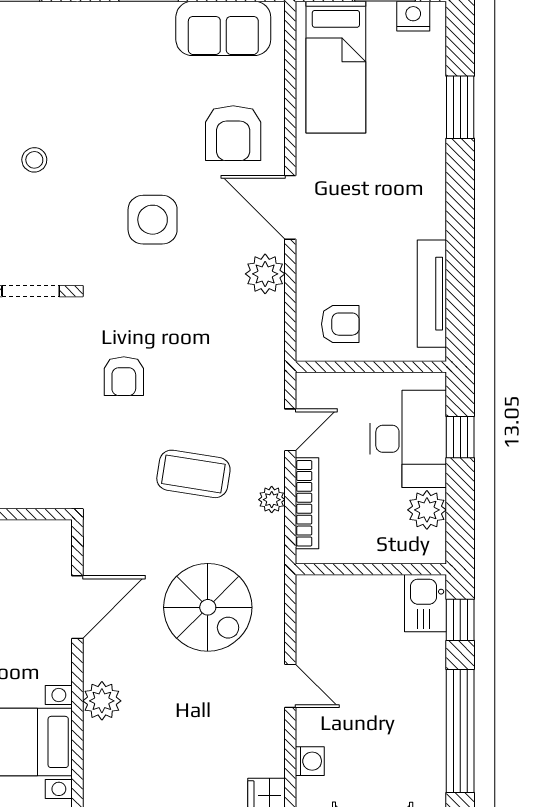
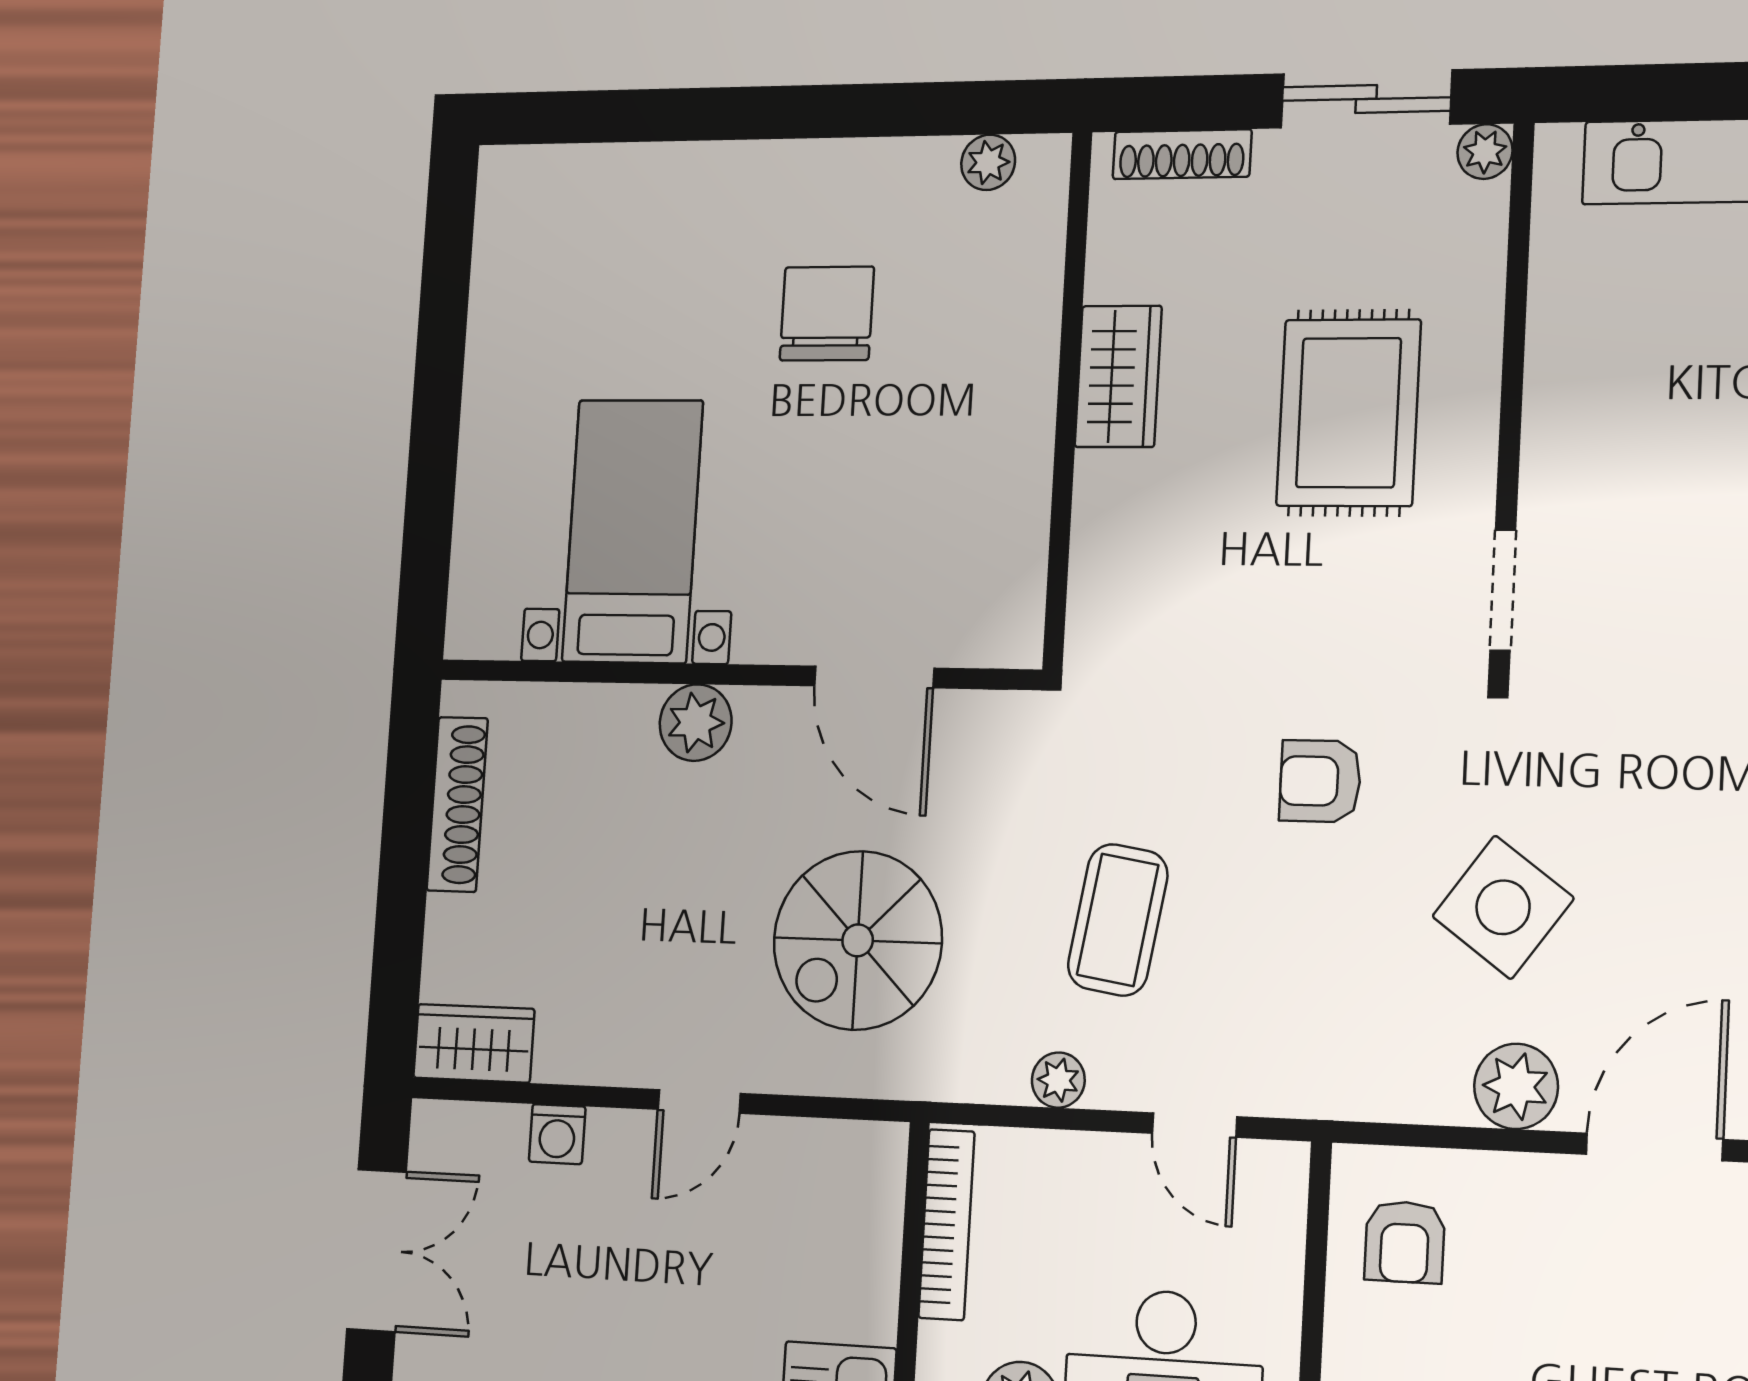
side table: (153, 220) -> (1503, 907), moved, turned 36
bookcase: (307, 503) -> (946, 1225), moved, turned -90

